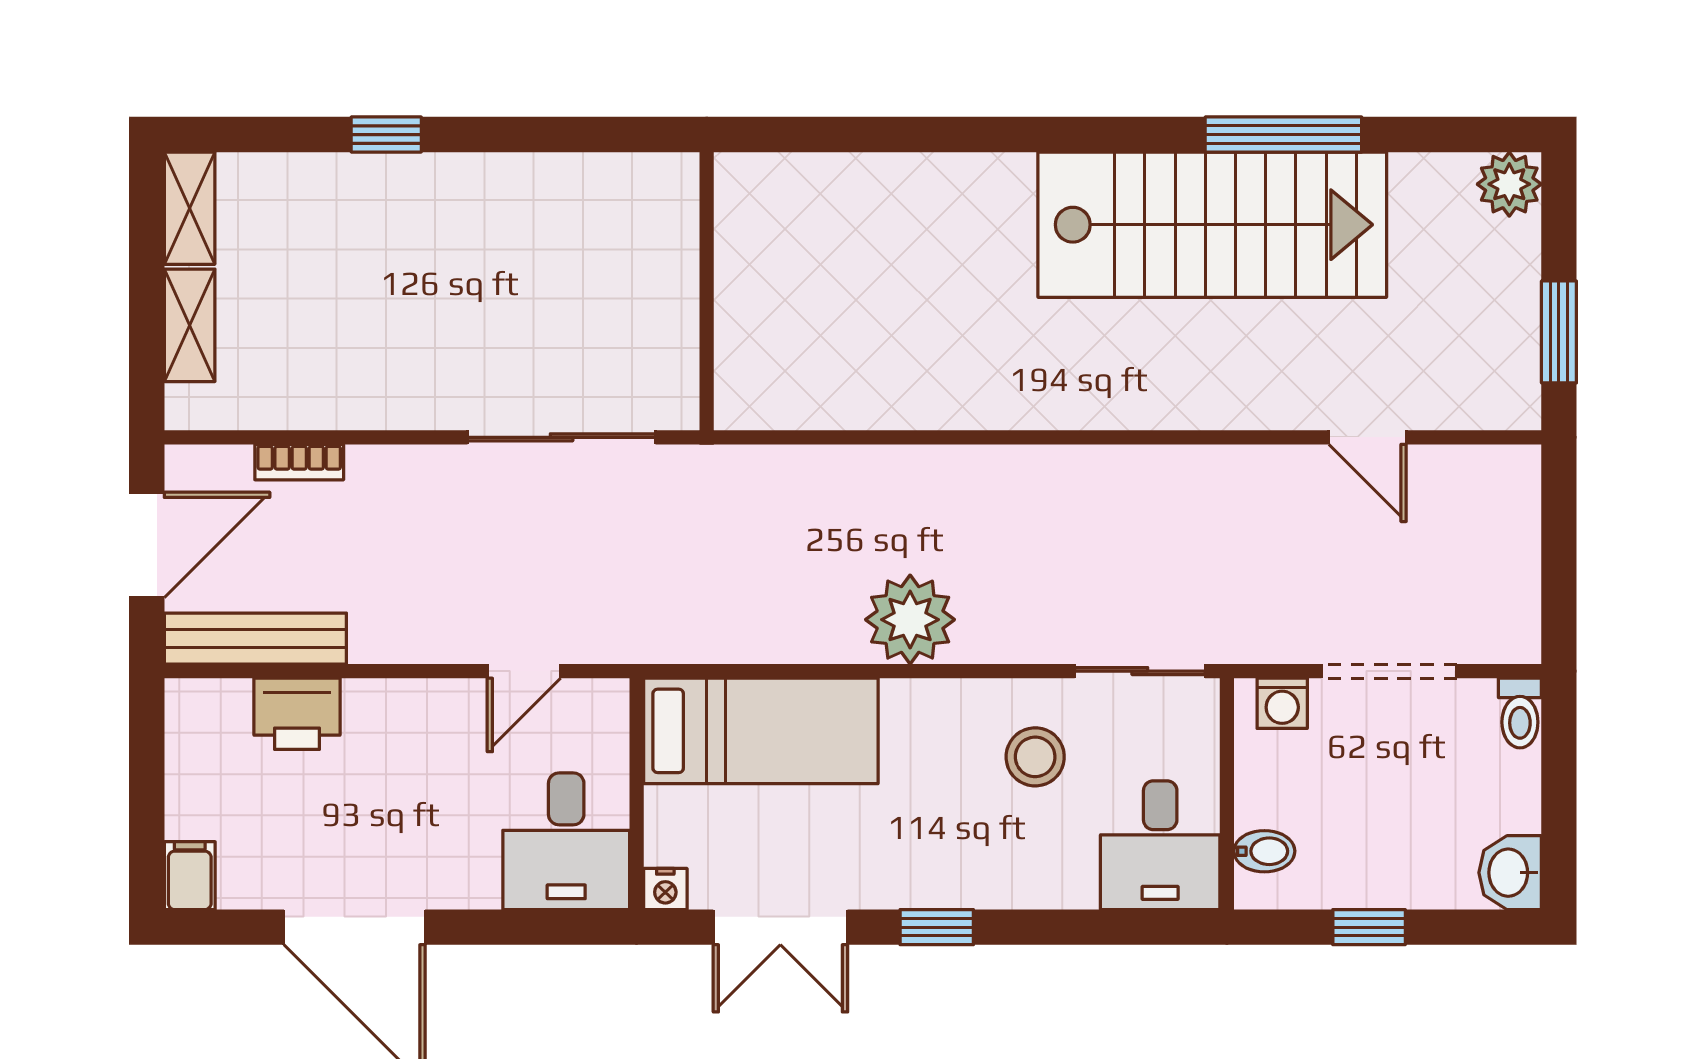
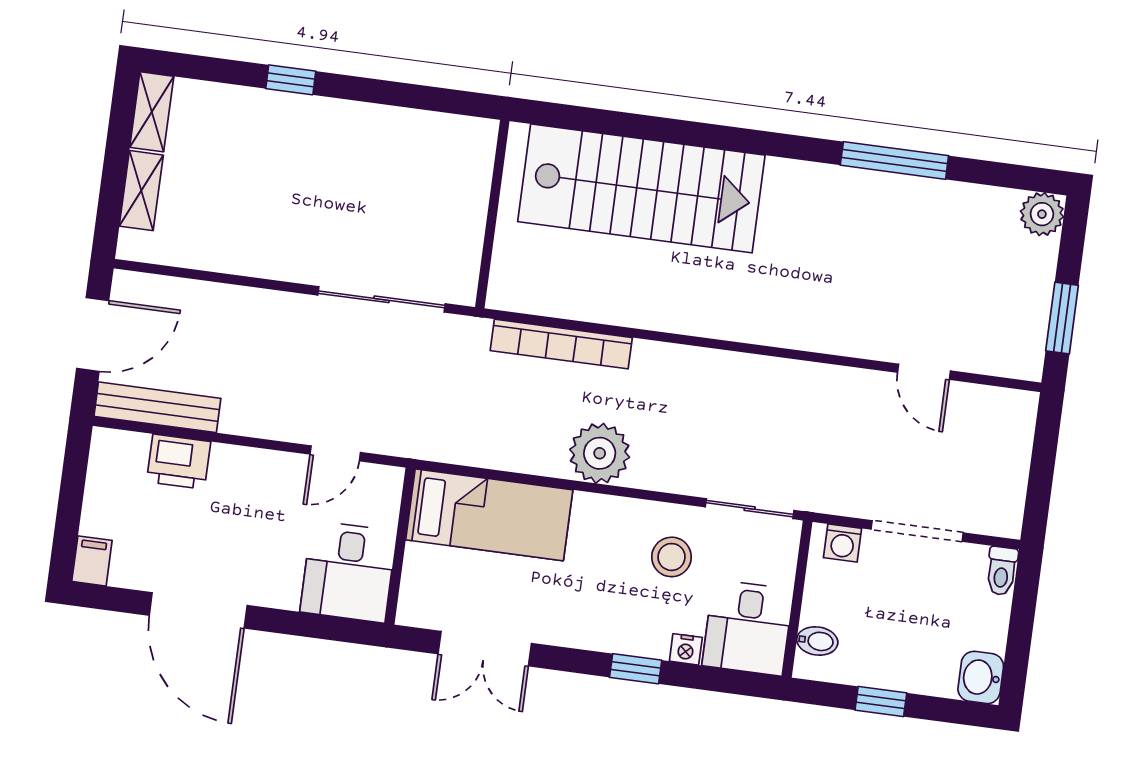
stairs: (1212, 225) -> (641, 188), moved
bookcase: (299, 462) -> (561, 344), moved, width x2.31, depth x1.31
nightstand: (665, 889) -> (686, 649), moved
window: (937, 927) -> (636, 669), moved

